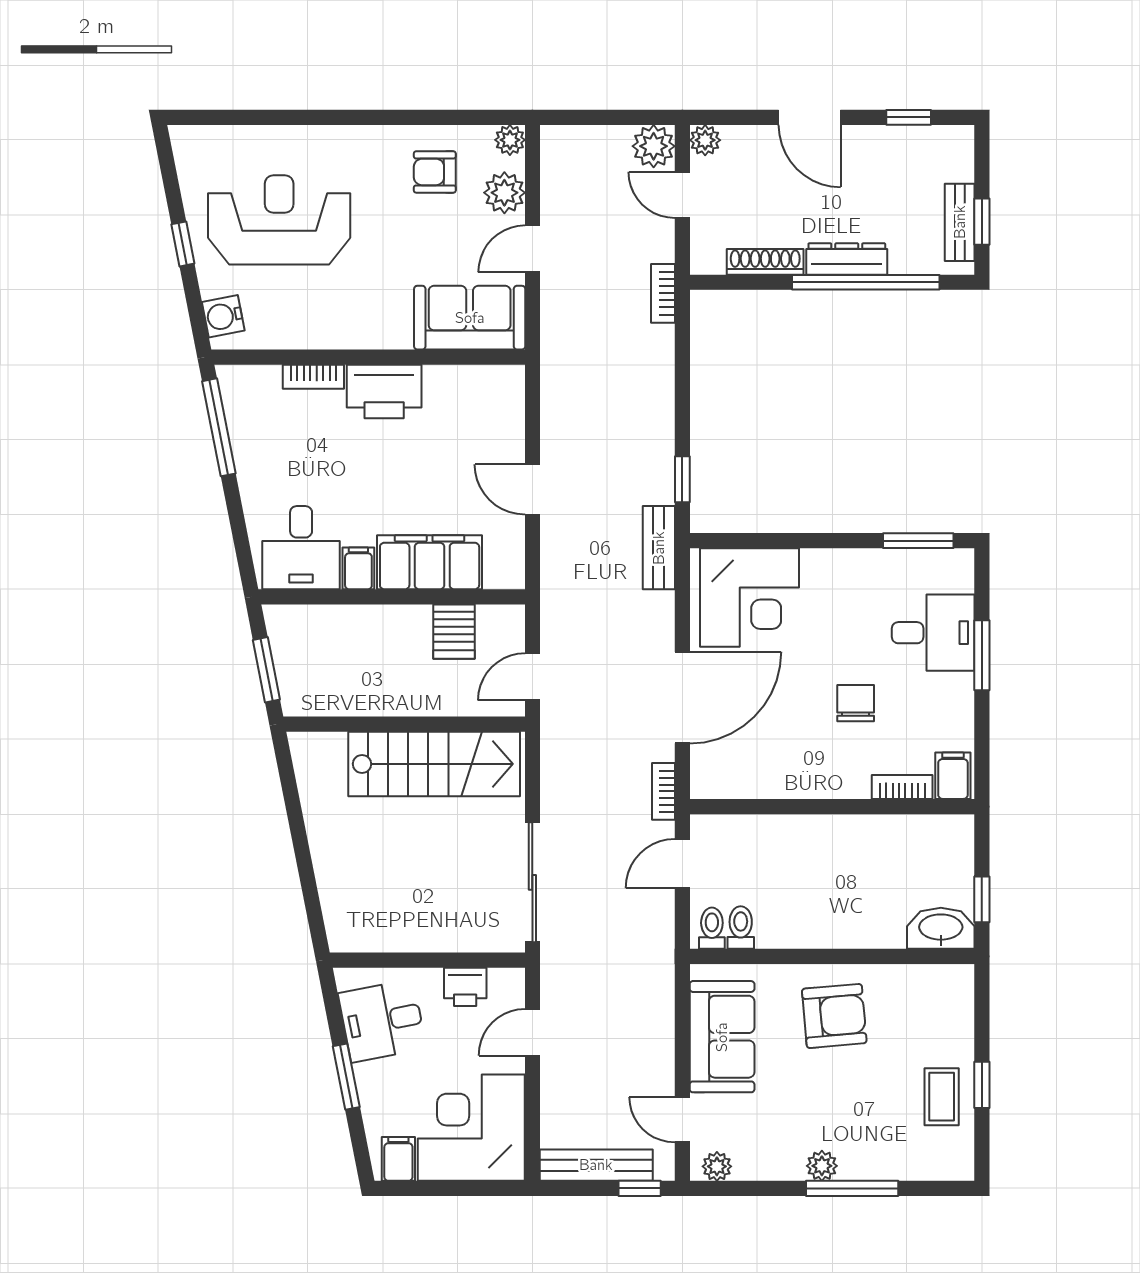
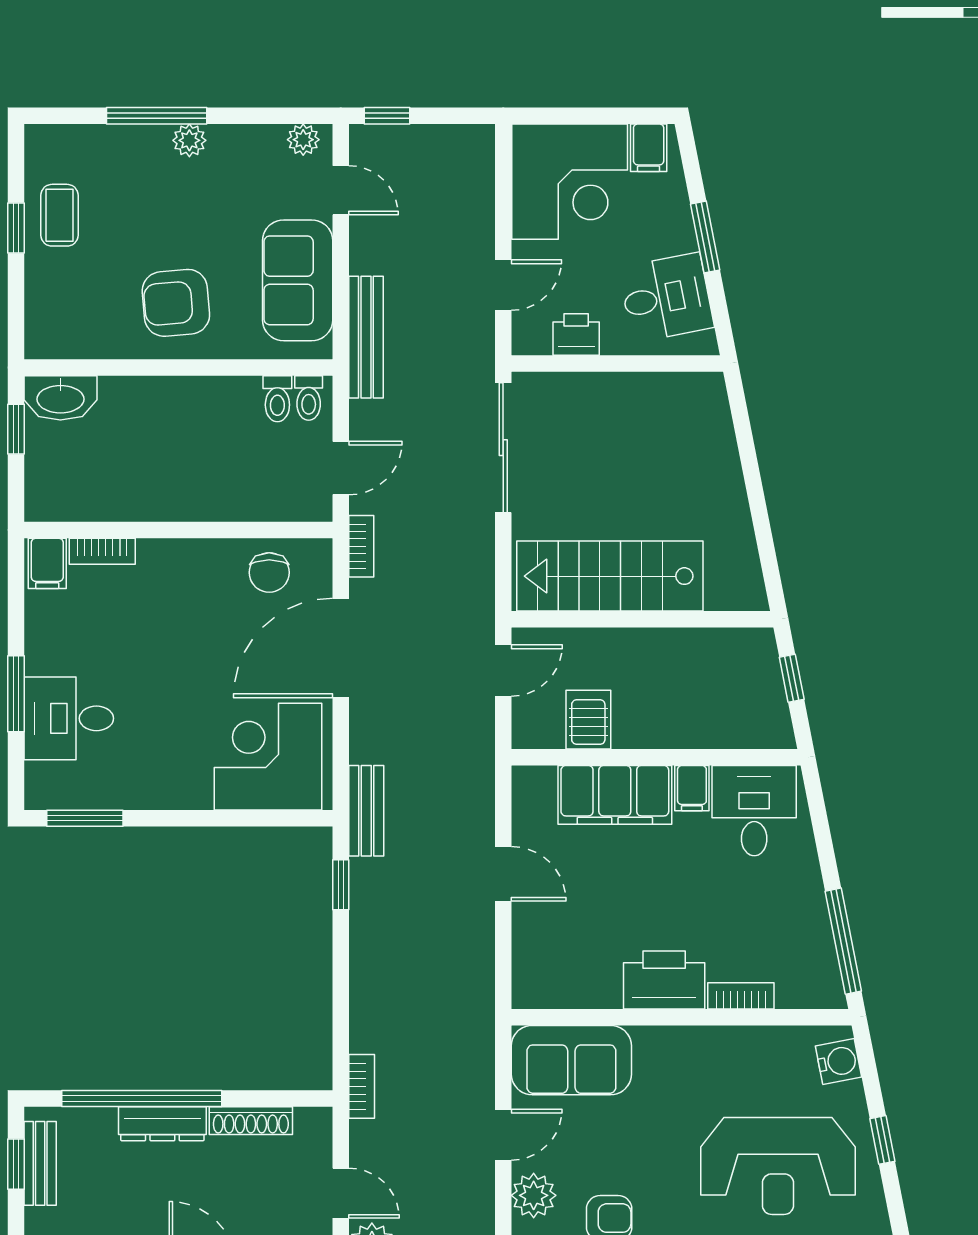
window: (266, 670) -> (792, 678), width x0.67
chair: (856, 703) -> (269, 572), moved
bench: (596, 1165) -> (366, 337), moved, turned 90

